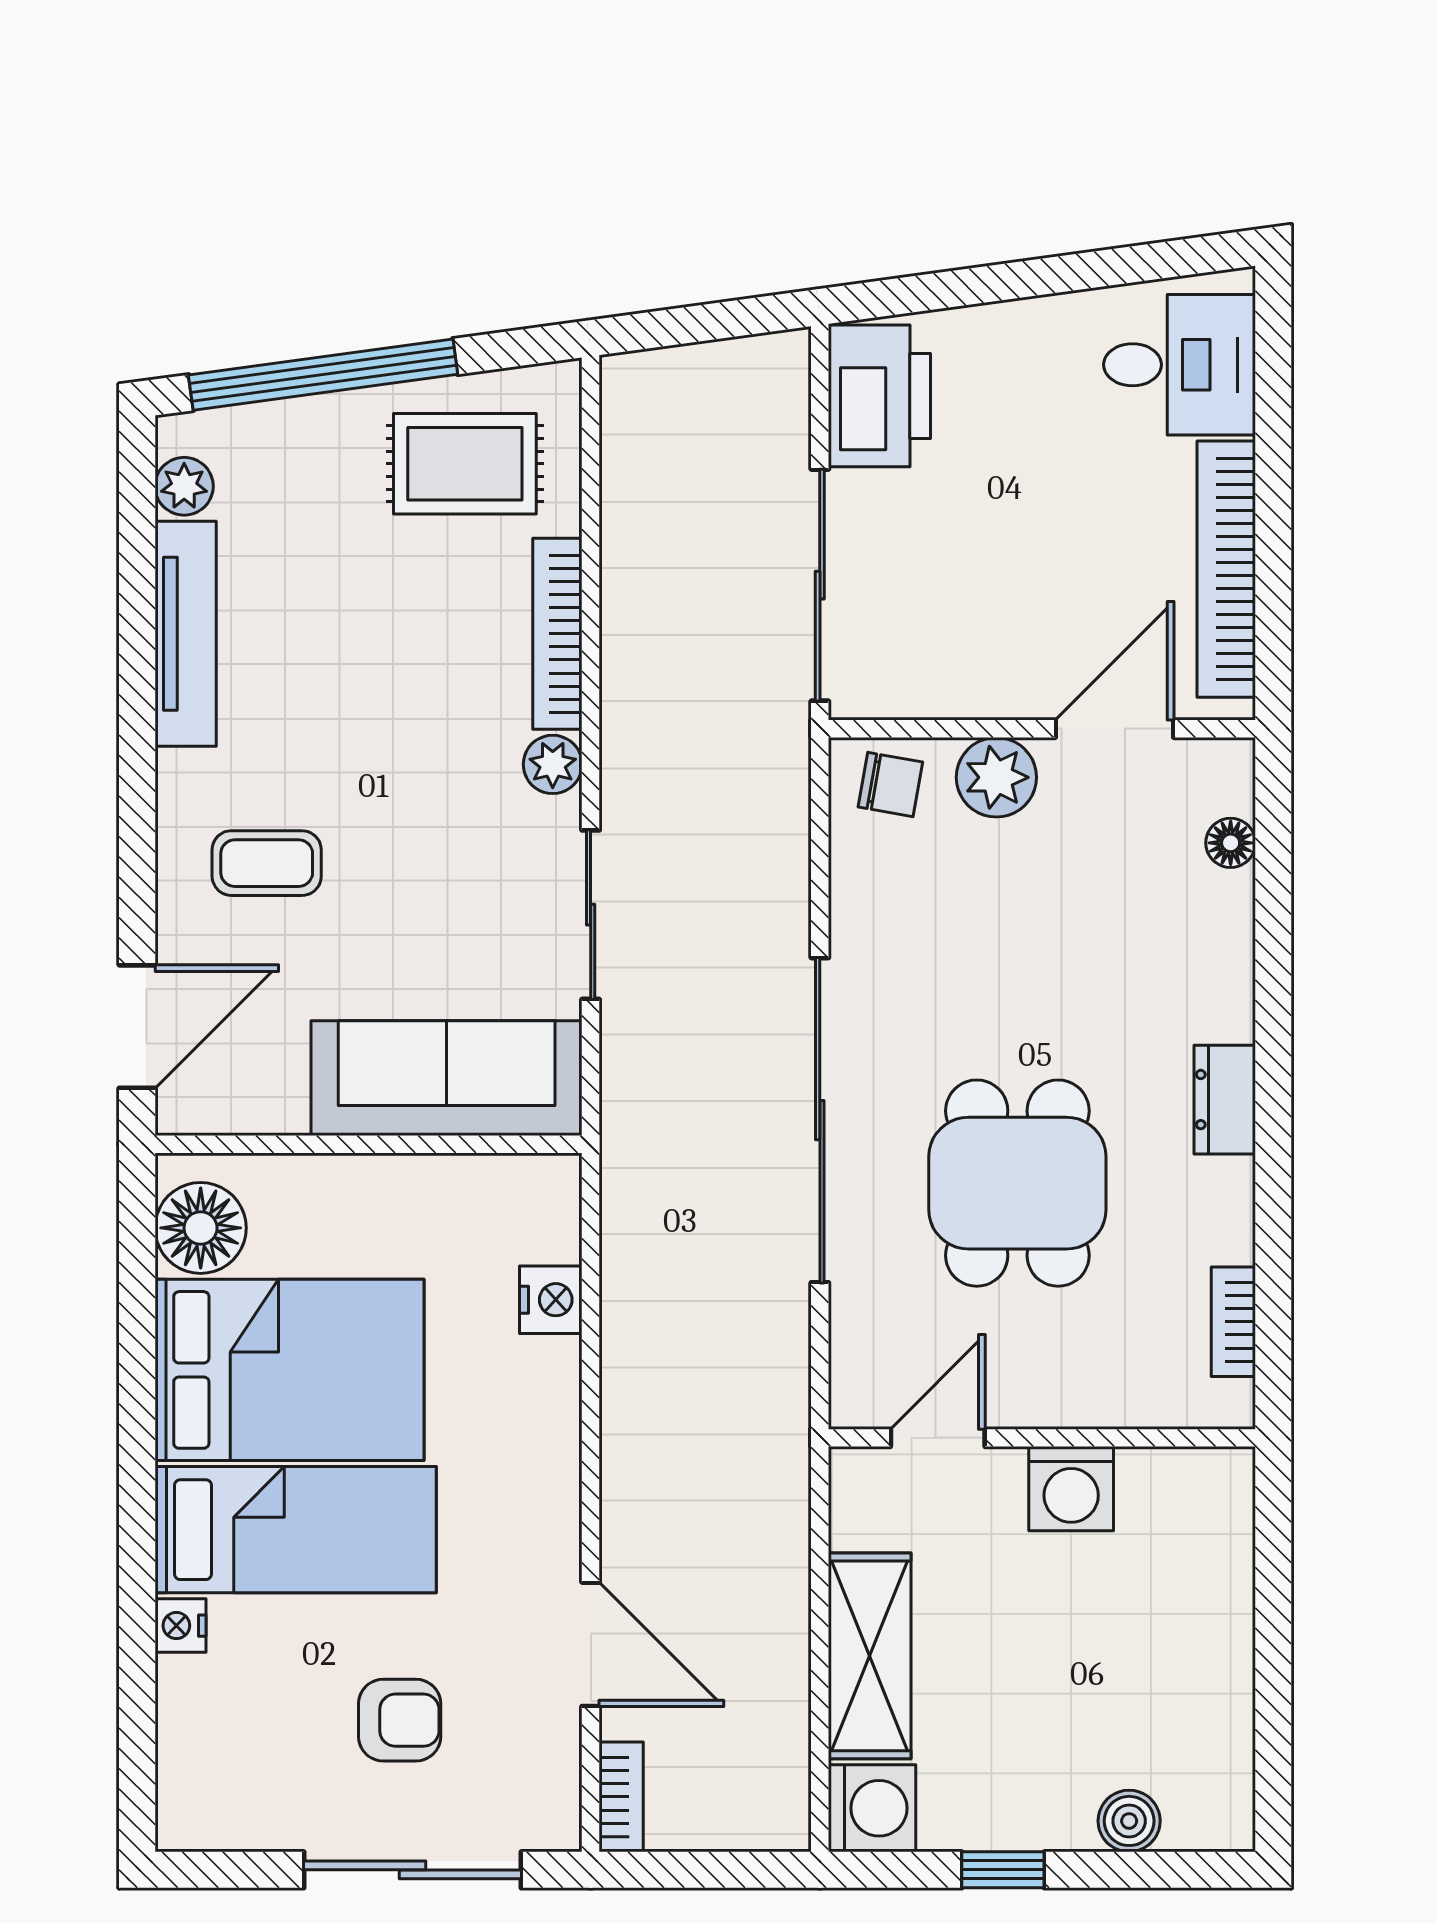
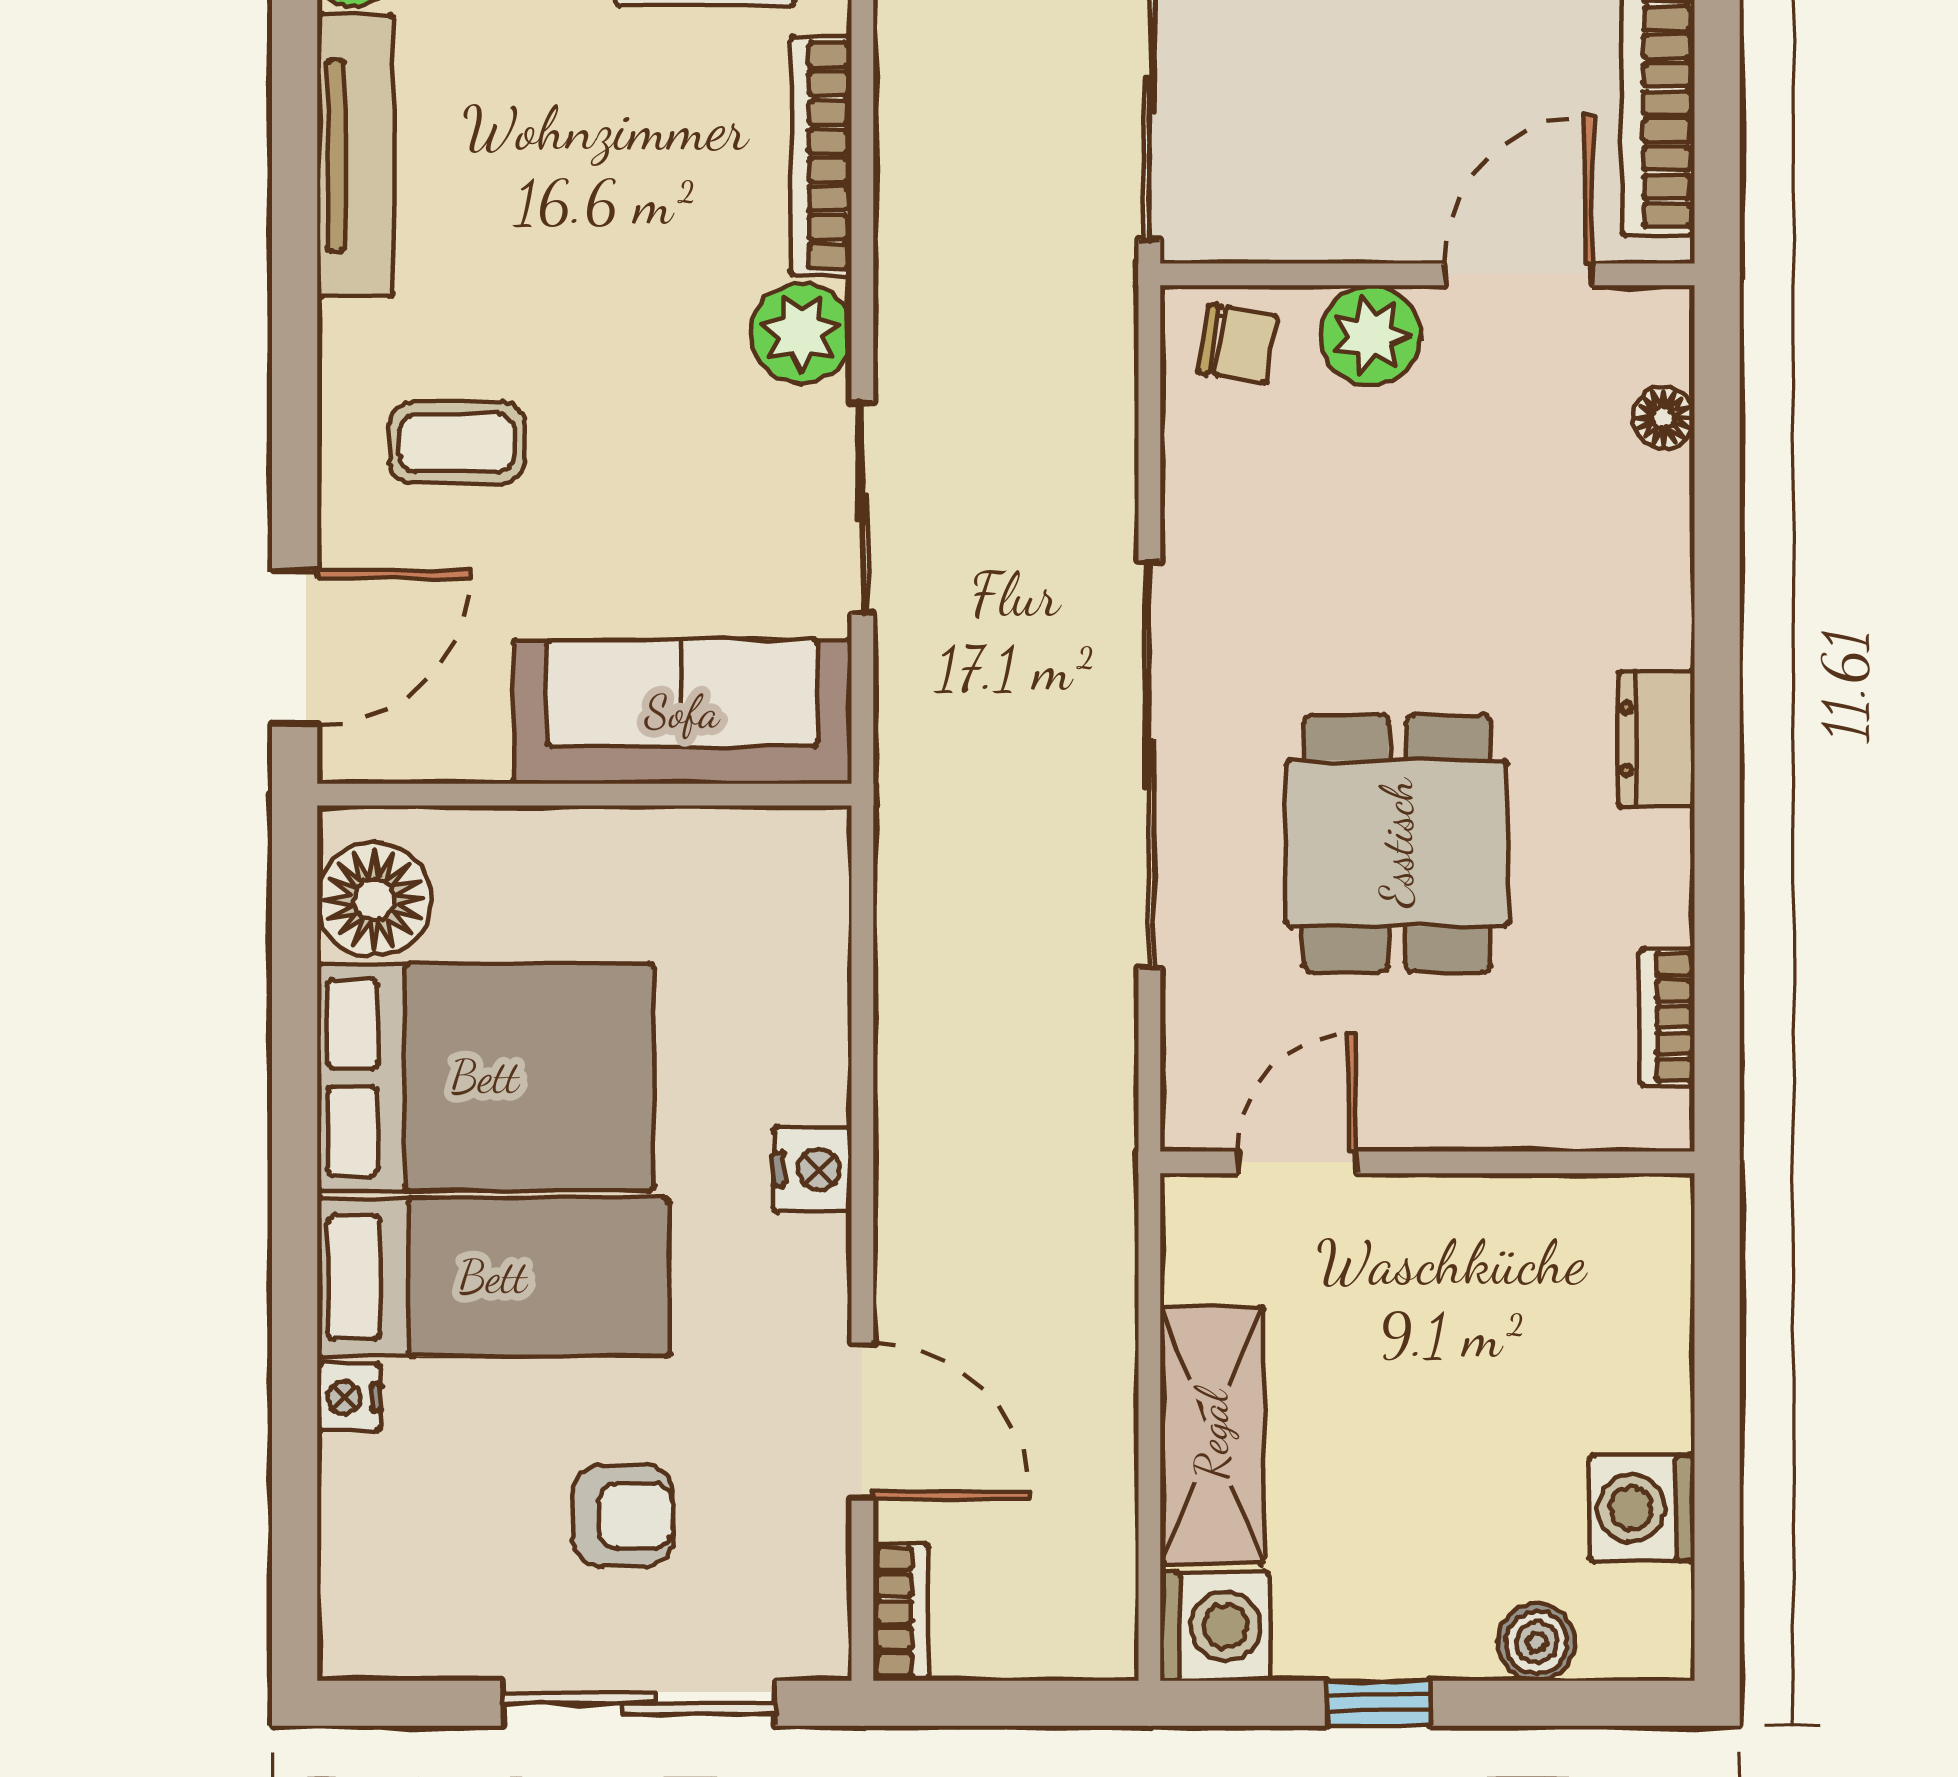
plant: (553, 764) -> (801, 333), width x1.38, depth x1.38
nightstand: (551, 1300) -> (813, 1169), moved
washing machine: (1071, 1489) -> (1642, 1508), moved, turned 90

